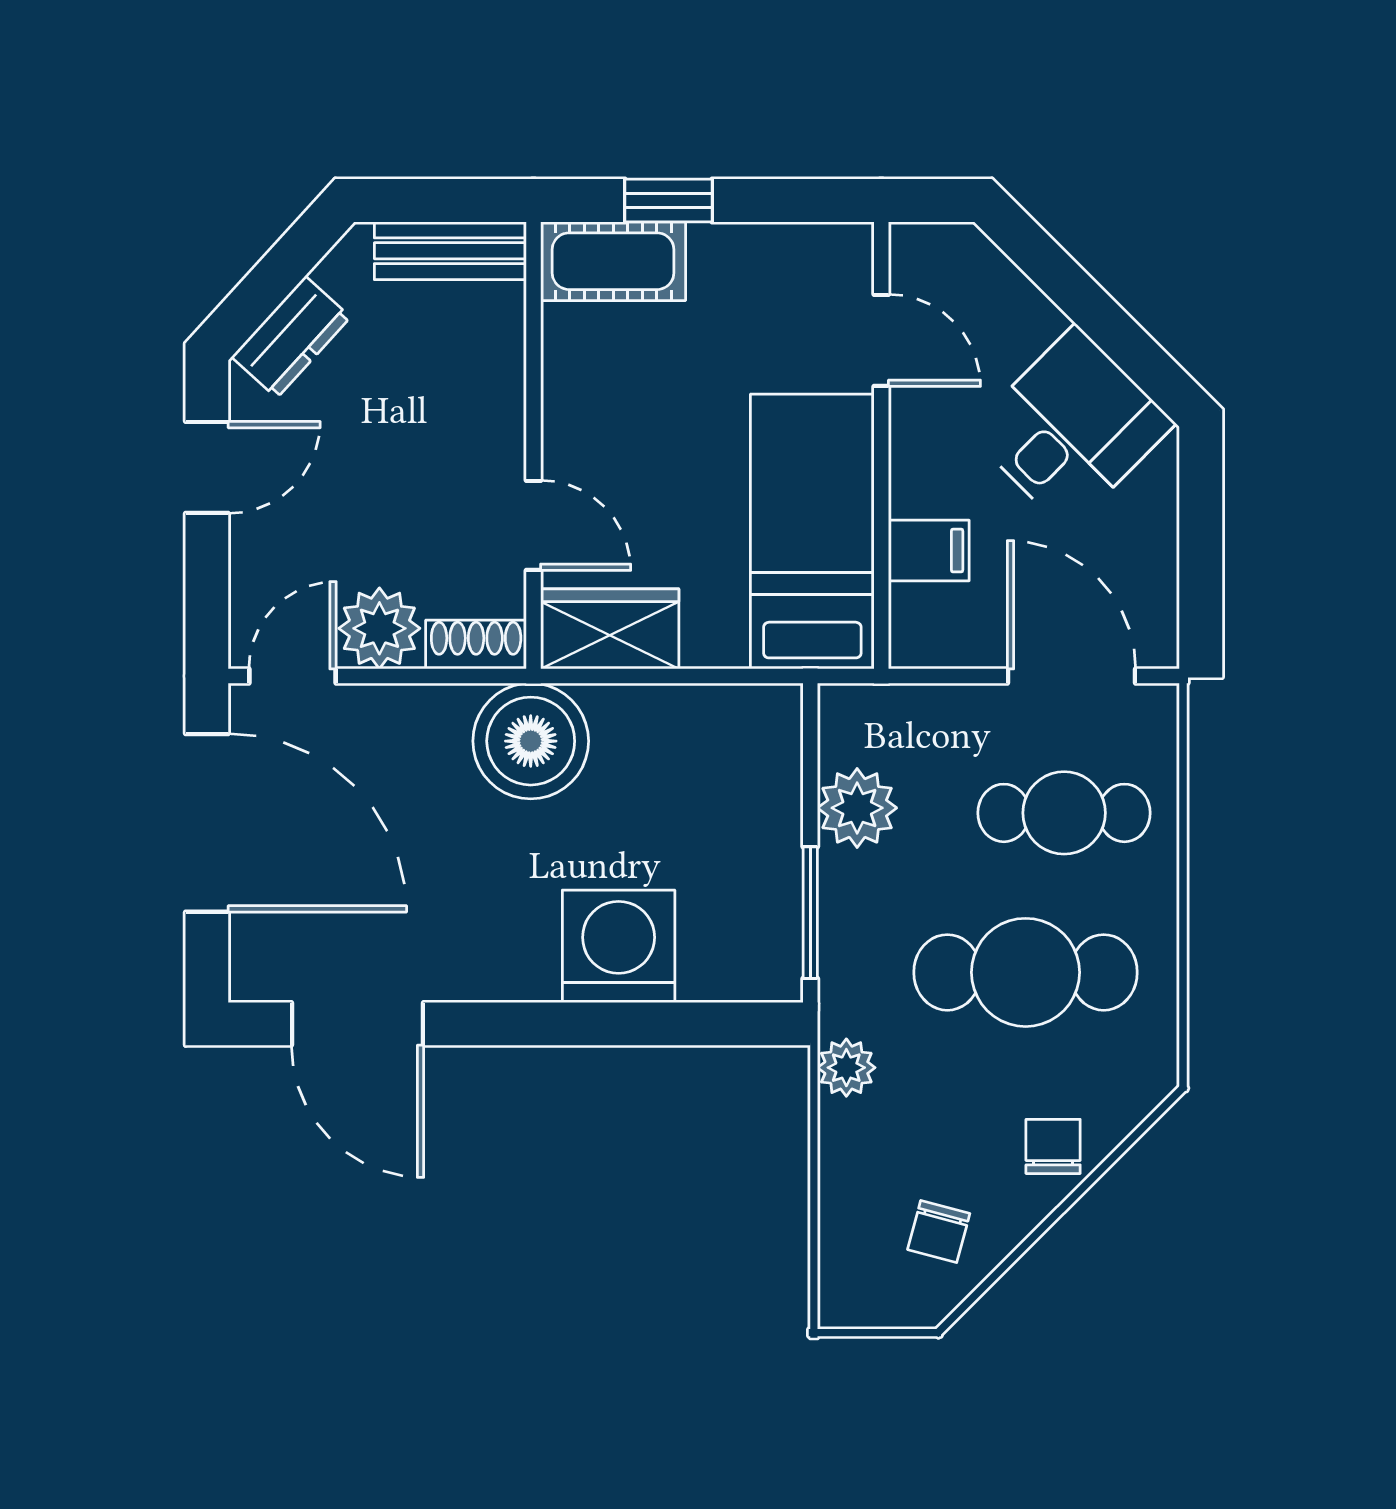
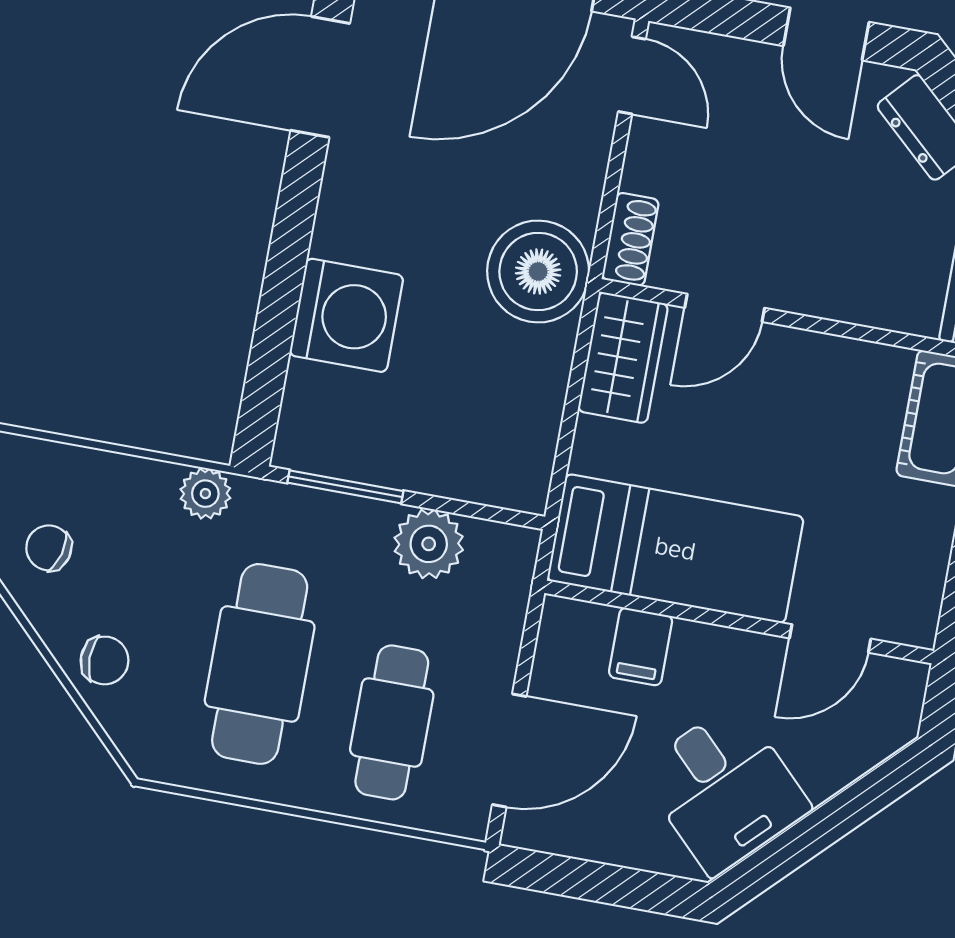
plant: (379, 628) -> (660, 158), removed

